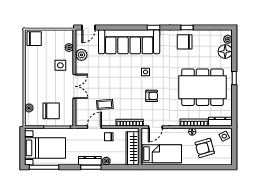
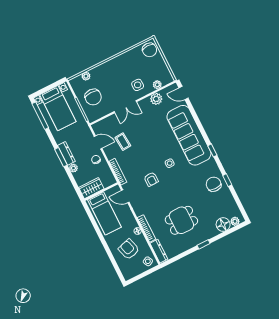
dining table: (202, 87) -> (181, 220), width x0.53, depth x0.80
wardrobe: (132, 148) -> (91, 188), width x0.67

